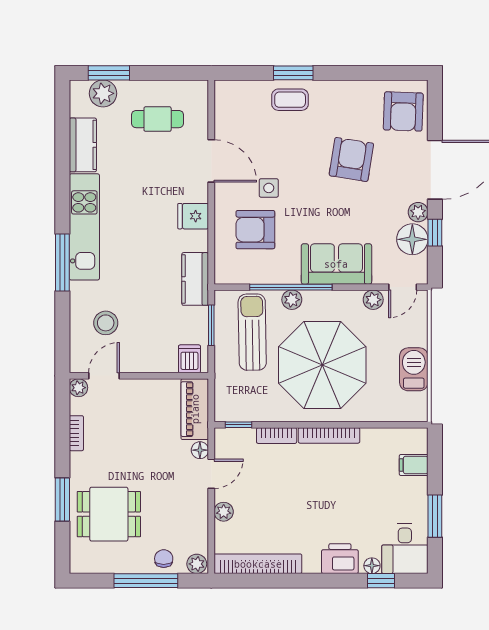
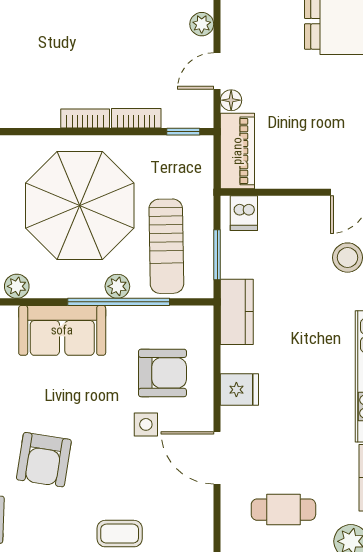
bookcase: (329, 435) -> (85, 118), width x0.64

